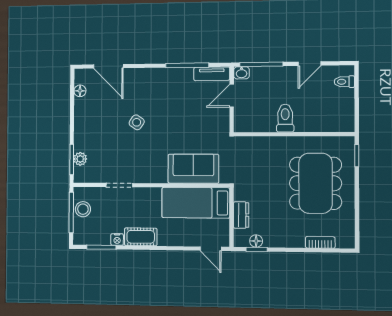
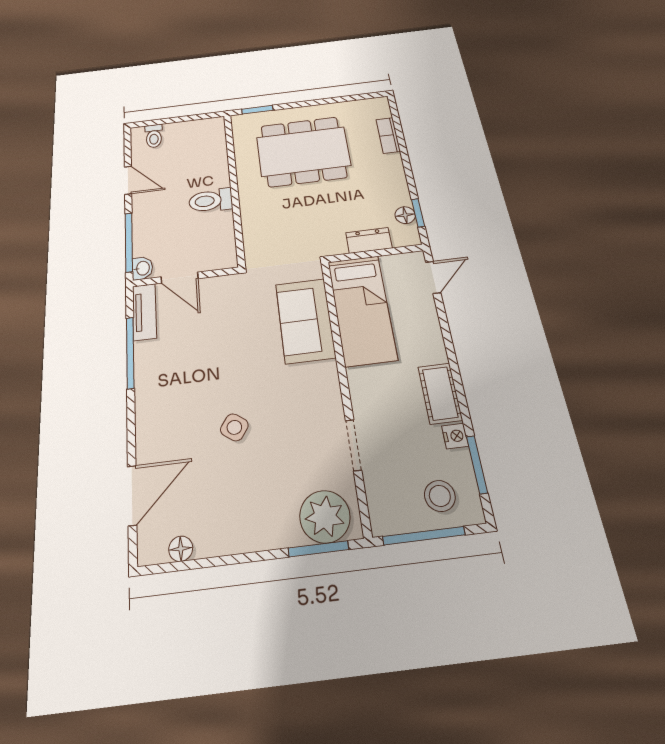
plant: (80, 159) -> (325, 517), width x1.88, depth x1.88
stool: (83, 209) -> (440, 496), moved

